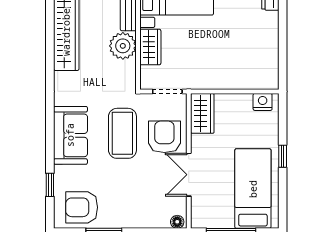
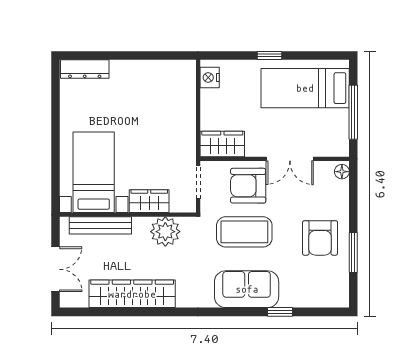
plant: (123, 46) -> (165, 232), moved
window: (50, 185) -> (280, 312), moved
armchair: (82, 207) -> (320, 238), moved

